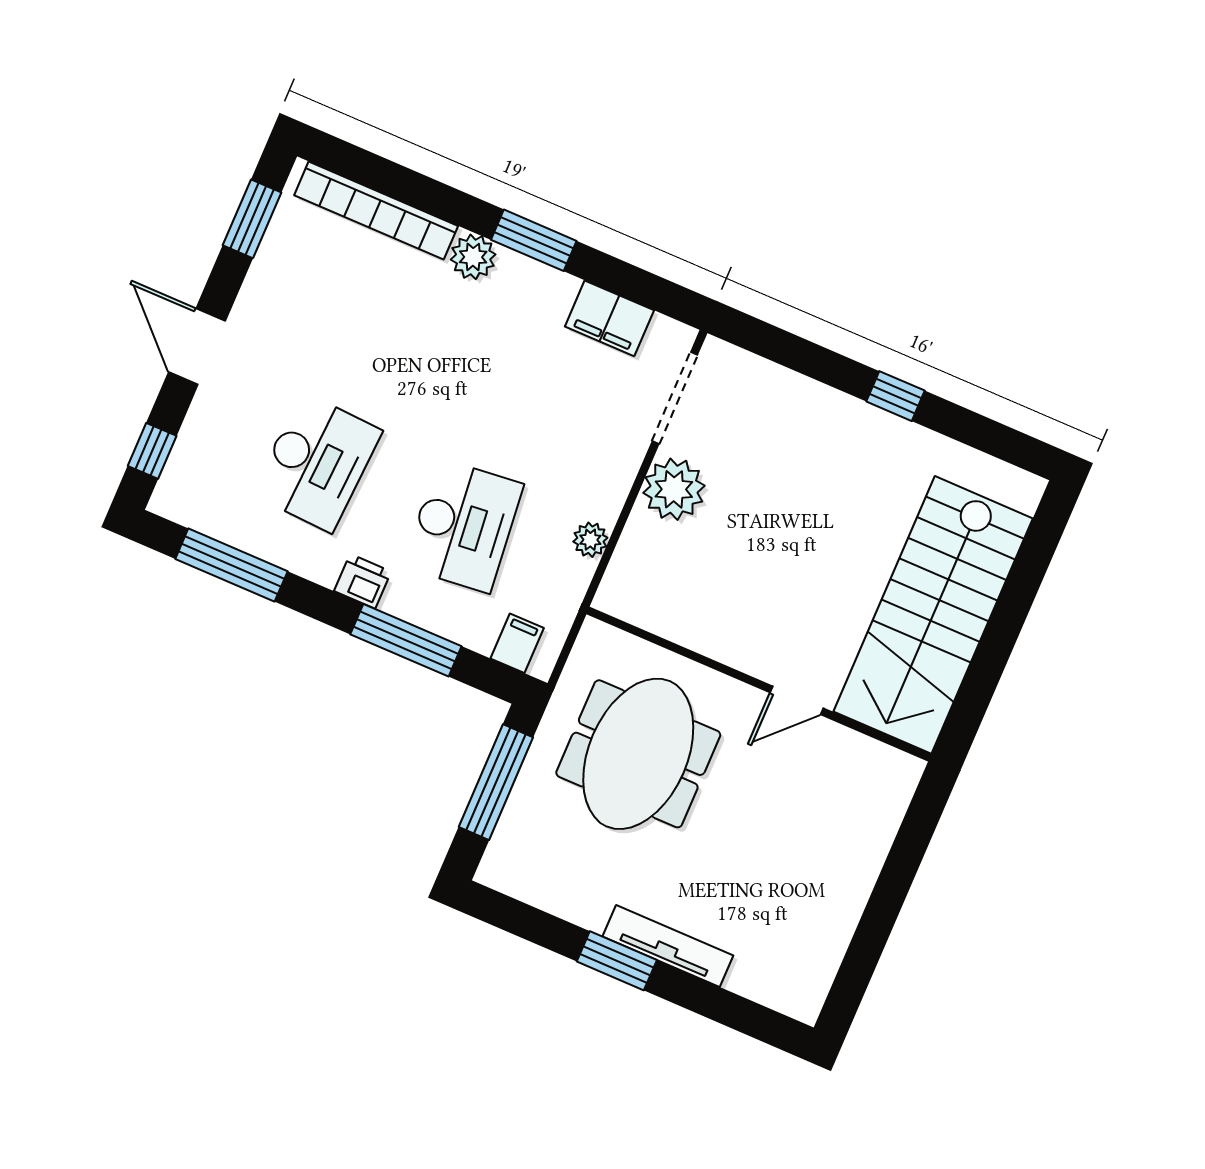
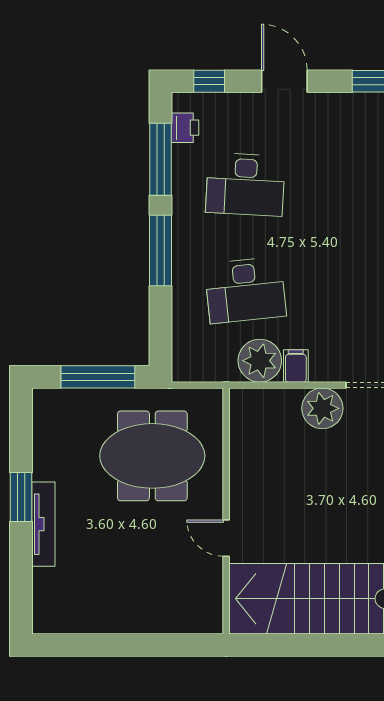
door: (197, 347) -> (284, 81), hinge flipped
plant: (590, 540) -> (260, 361), width x1.87, depth x1.87
printer: (363, 581) -> (185, 128), moved
window: (406, 640) -> (161, 251), moved
filing cabinet: (517, 643) -> (296, 366), moved, turned -90

